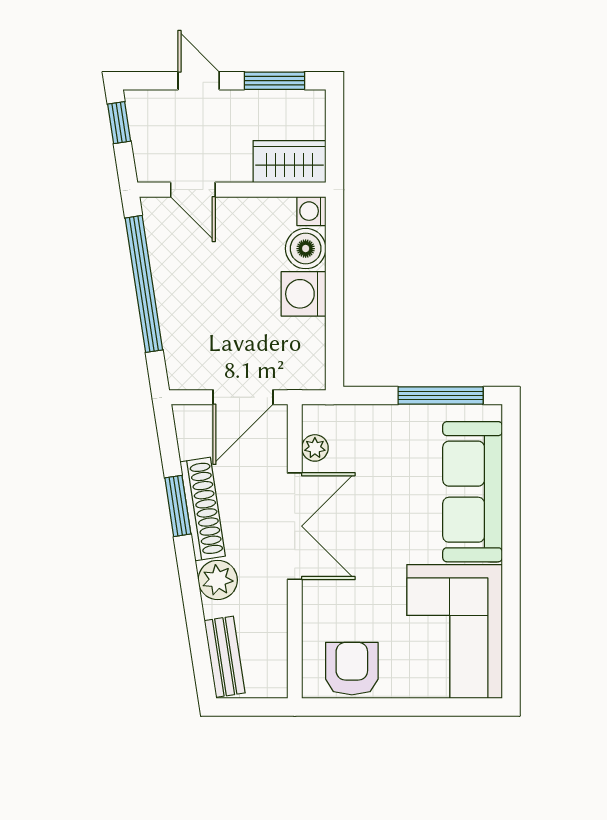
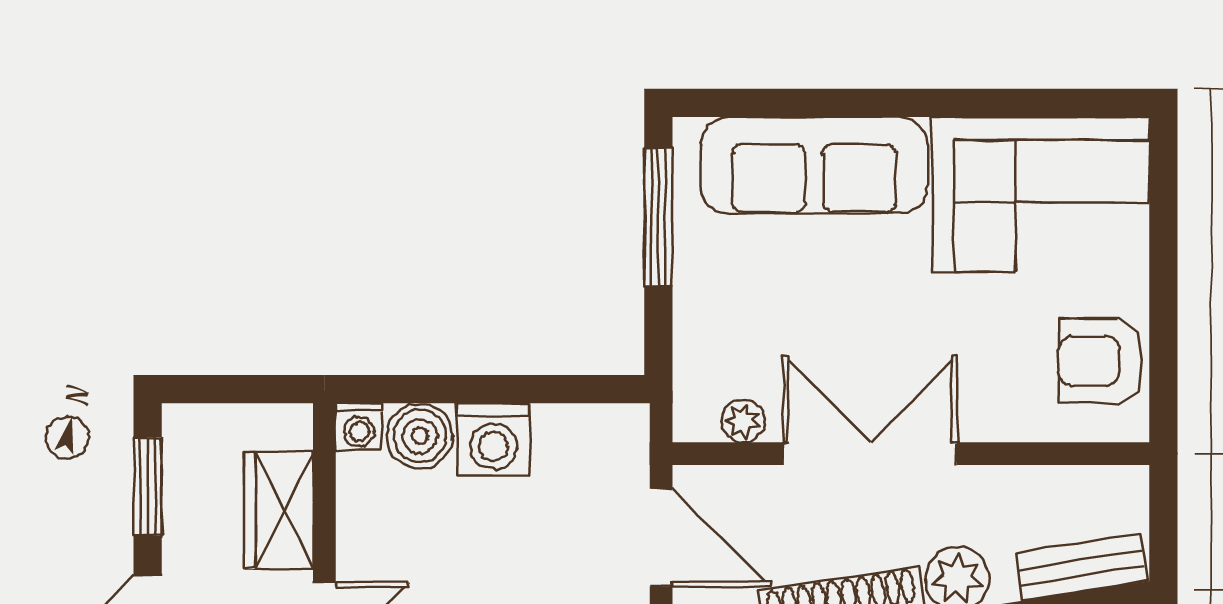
wardrobe: (289, 162) -> (279, 510), moved

